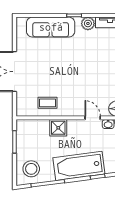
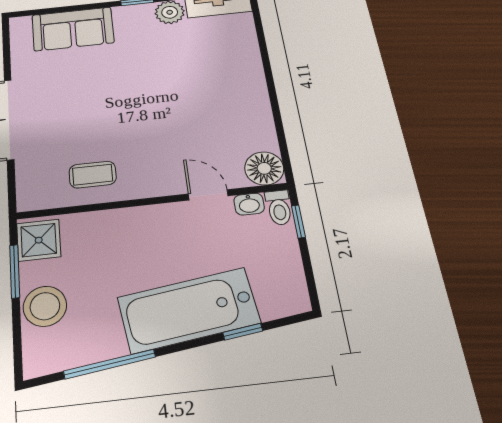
sofa: (51, 27) -> (73, 29), width x0.73
shower: (58, 128) -> (39, 240), moved
stool: (31, 169) -> (45, 306), moved

